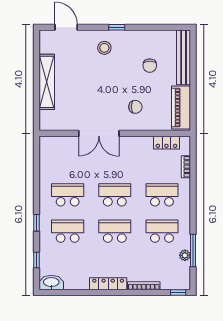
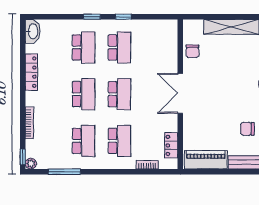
chair: (135, 107) -> (192, 51), moved
double door: (99, 133) -> (180, 93), moved
plant: (185, 255) -> (31, 164), moved
window: (37, 260) -> (123, 17), moved
locker: (108, 284) -> (31, 72), moved

